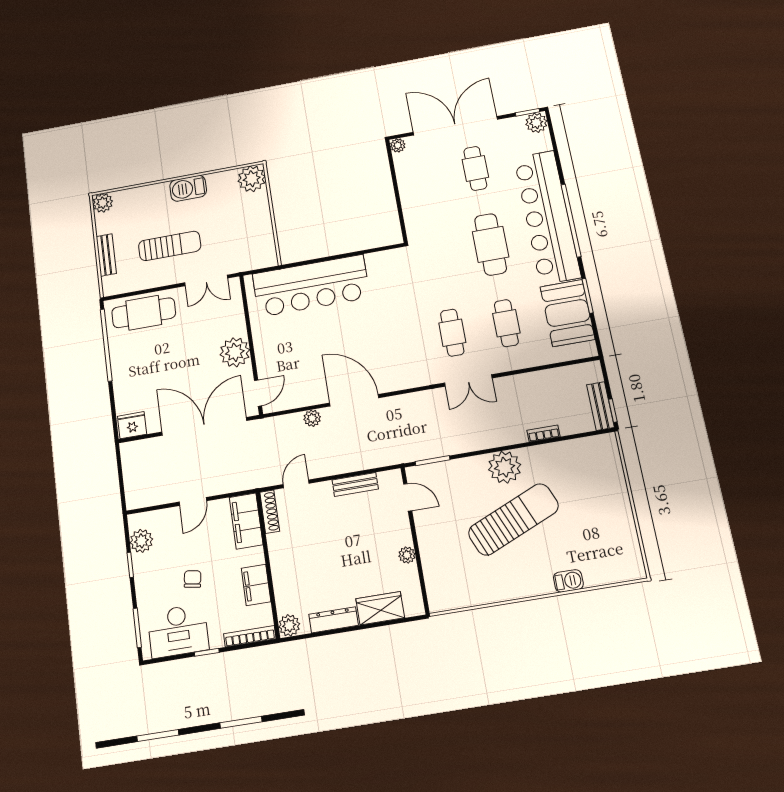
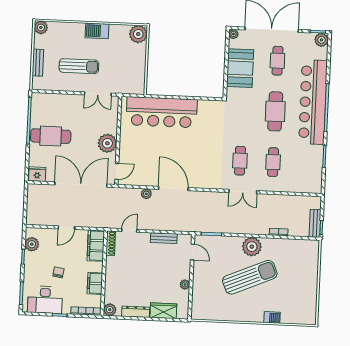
cafe table: (144, 313) -> (51, 136), moved
booth: (567, 313) -> (240, 68), moved

